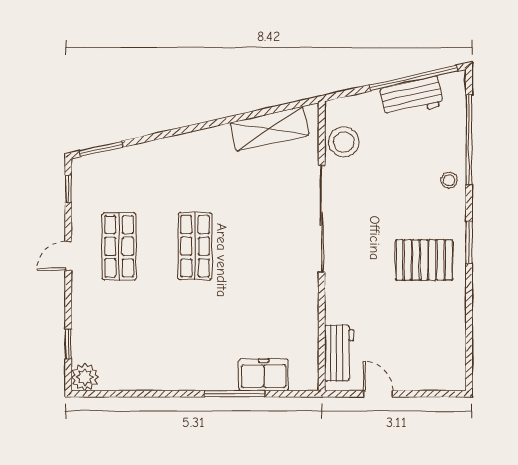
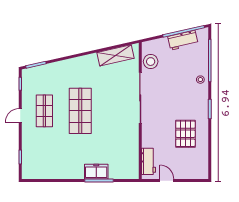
shop shelf: (195, 246) -> (80, 111), width x1.43, depth x1.36
pallet: (424, 260) -> (185, 134), moved, turned 90
freezer: (264, 375) -> (96, 172), moved
plant: (85, 377) -> (28, 173), removed

